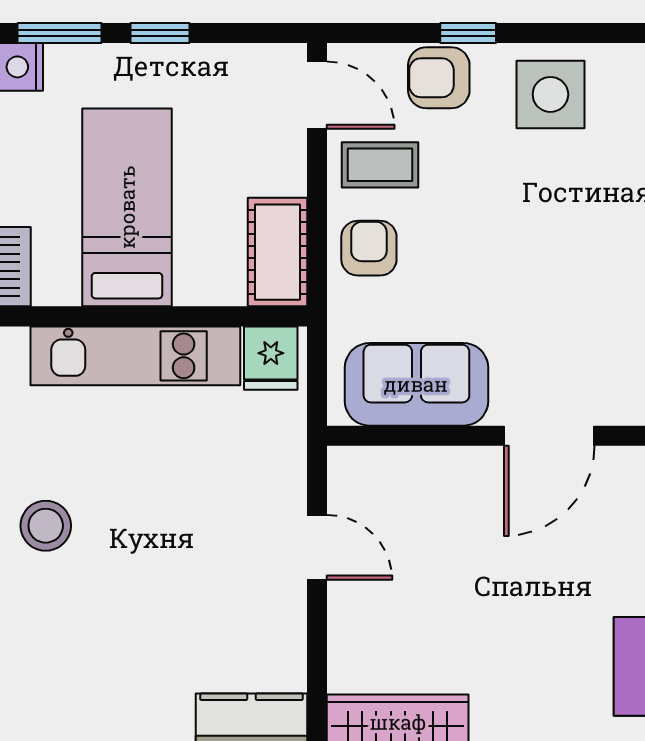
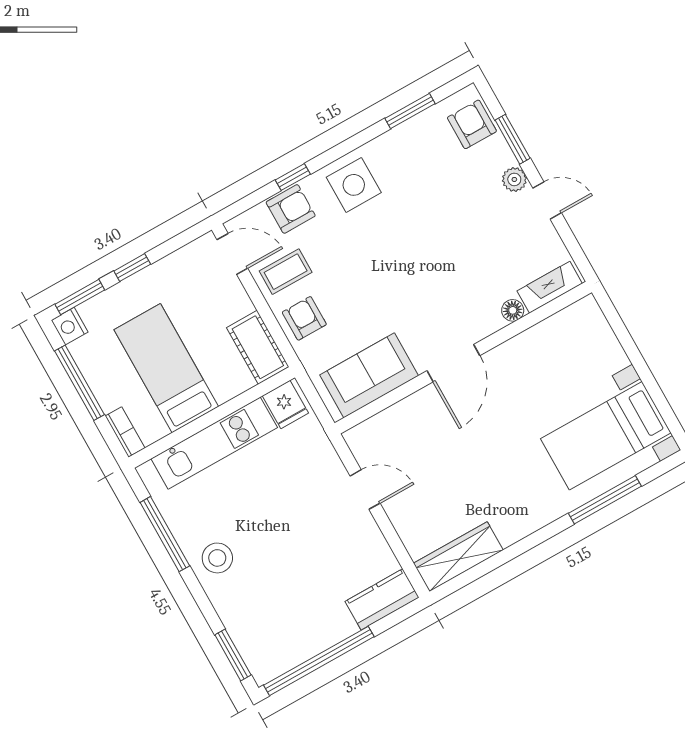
armchair: (439, 78) -> (291, 209), turned 180

